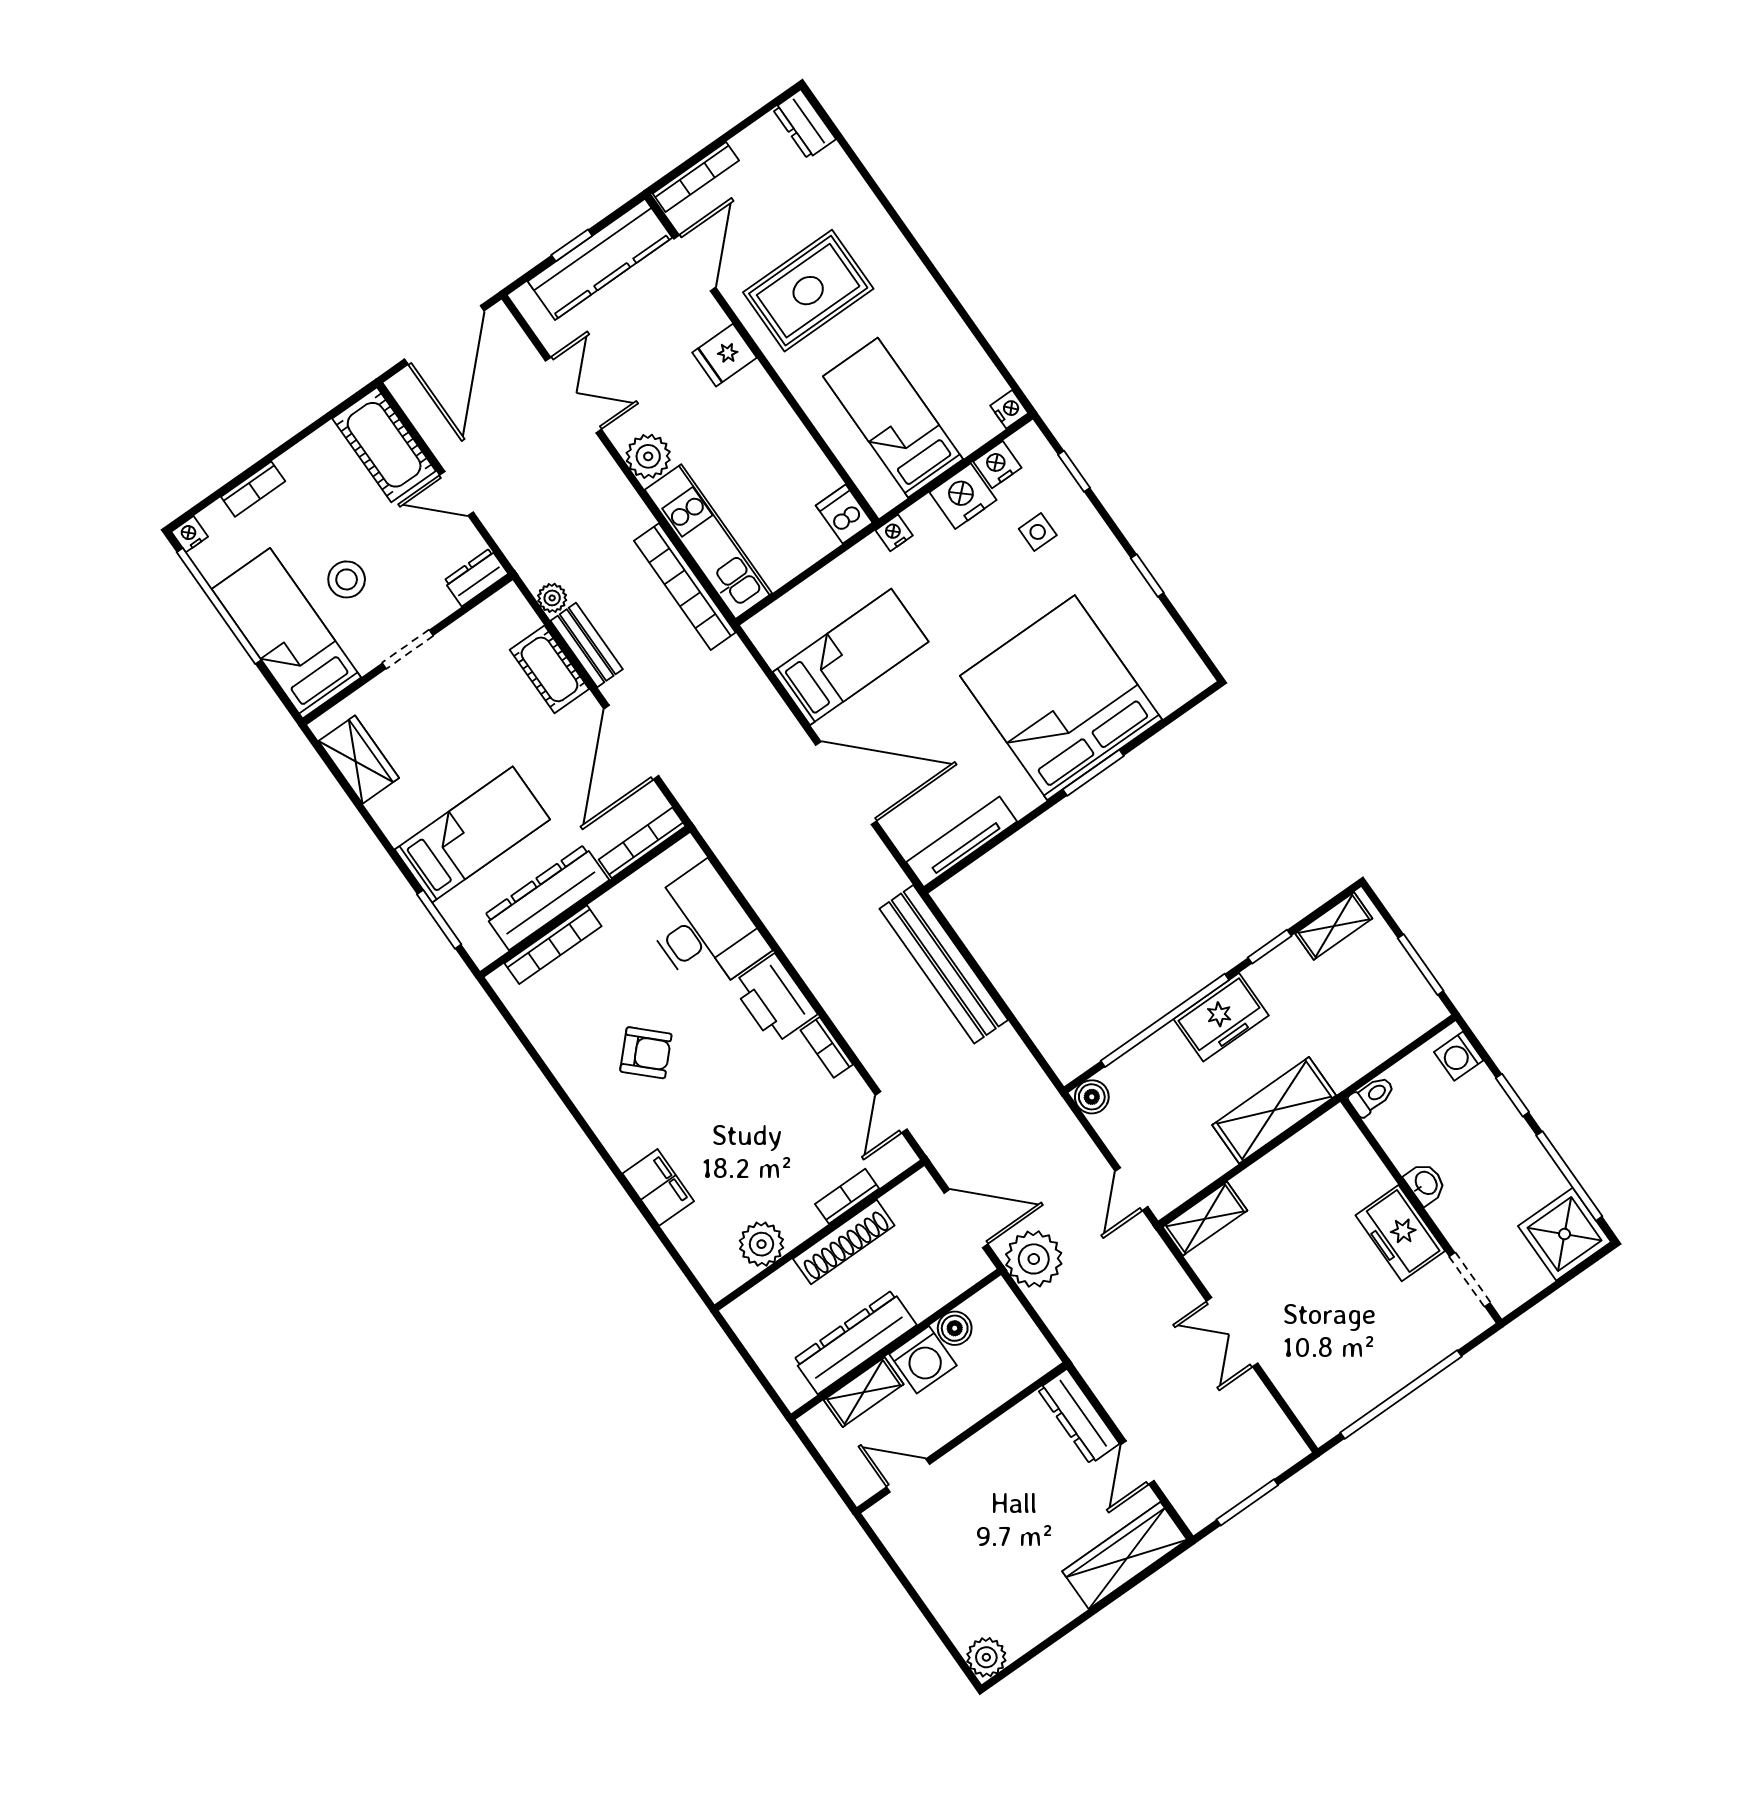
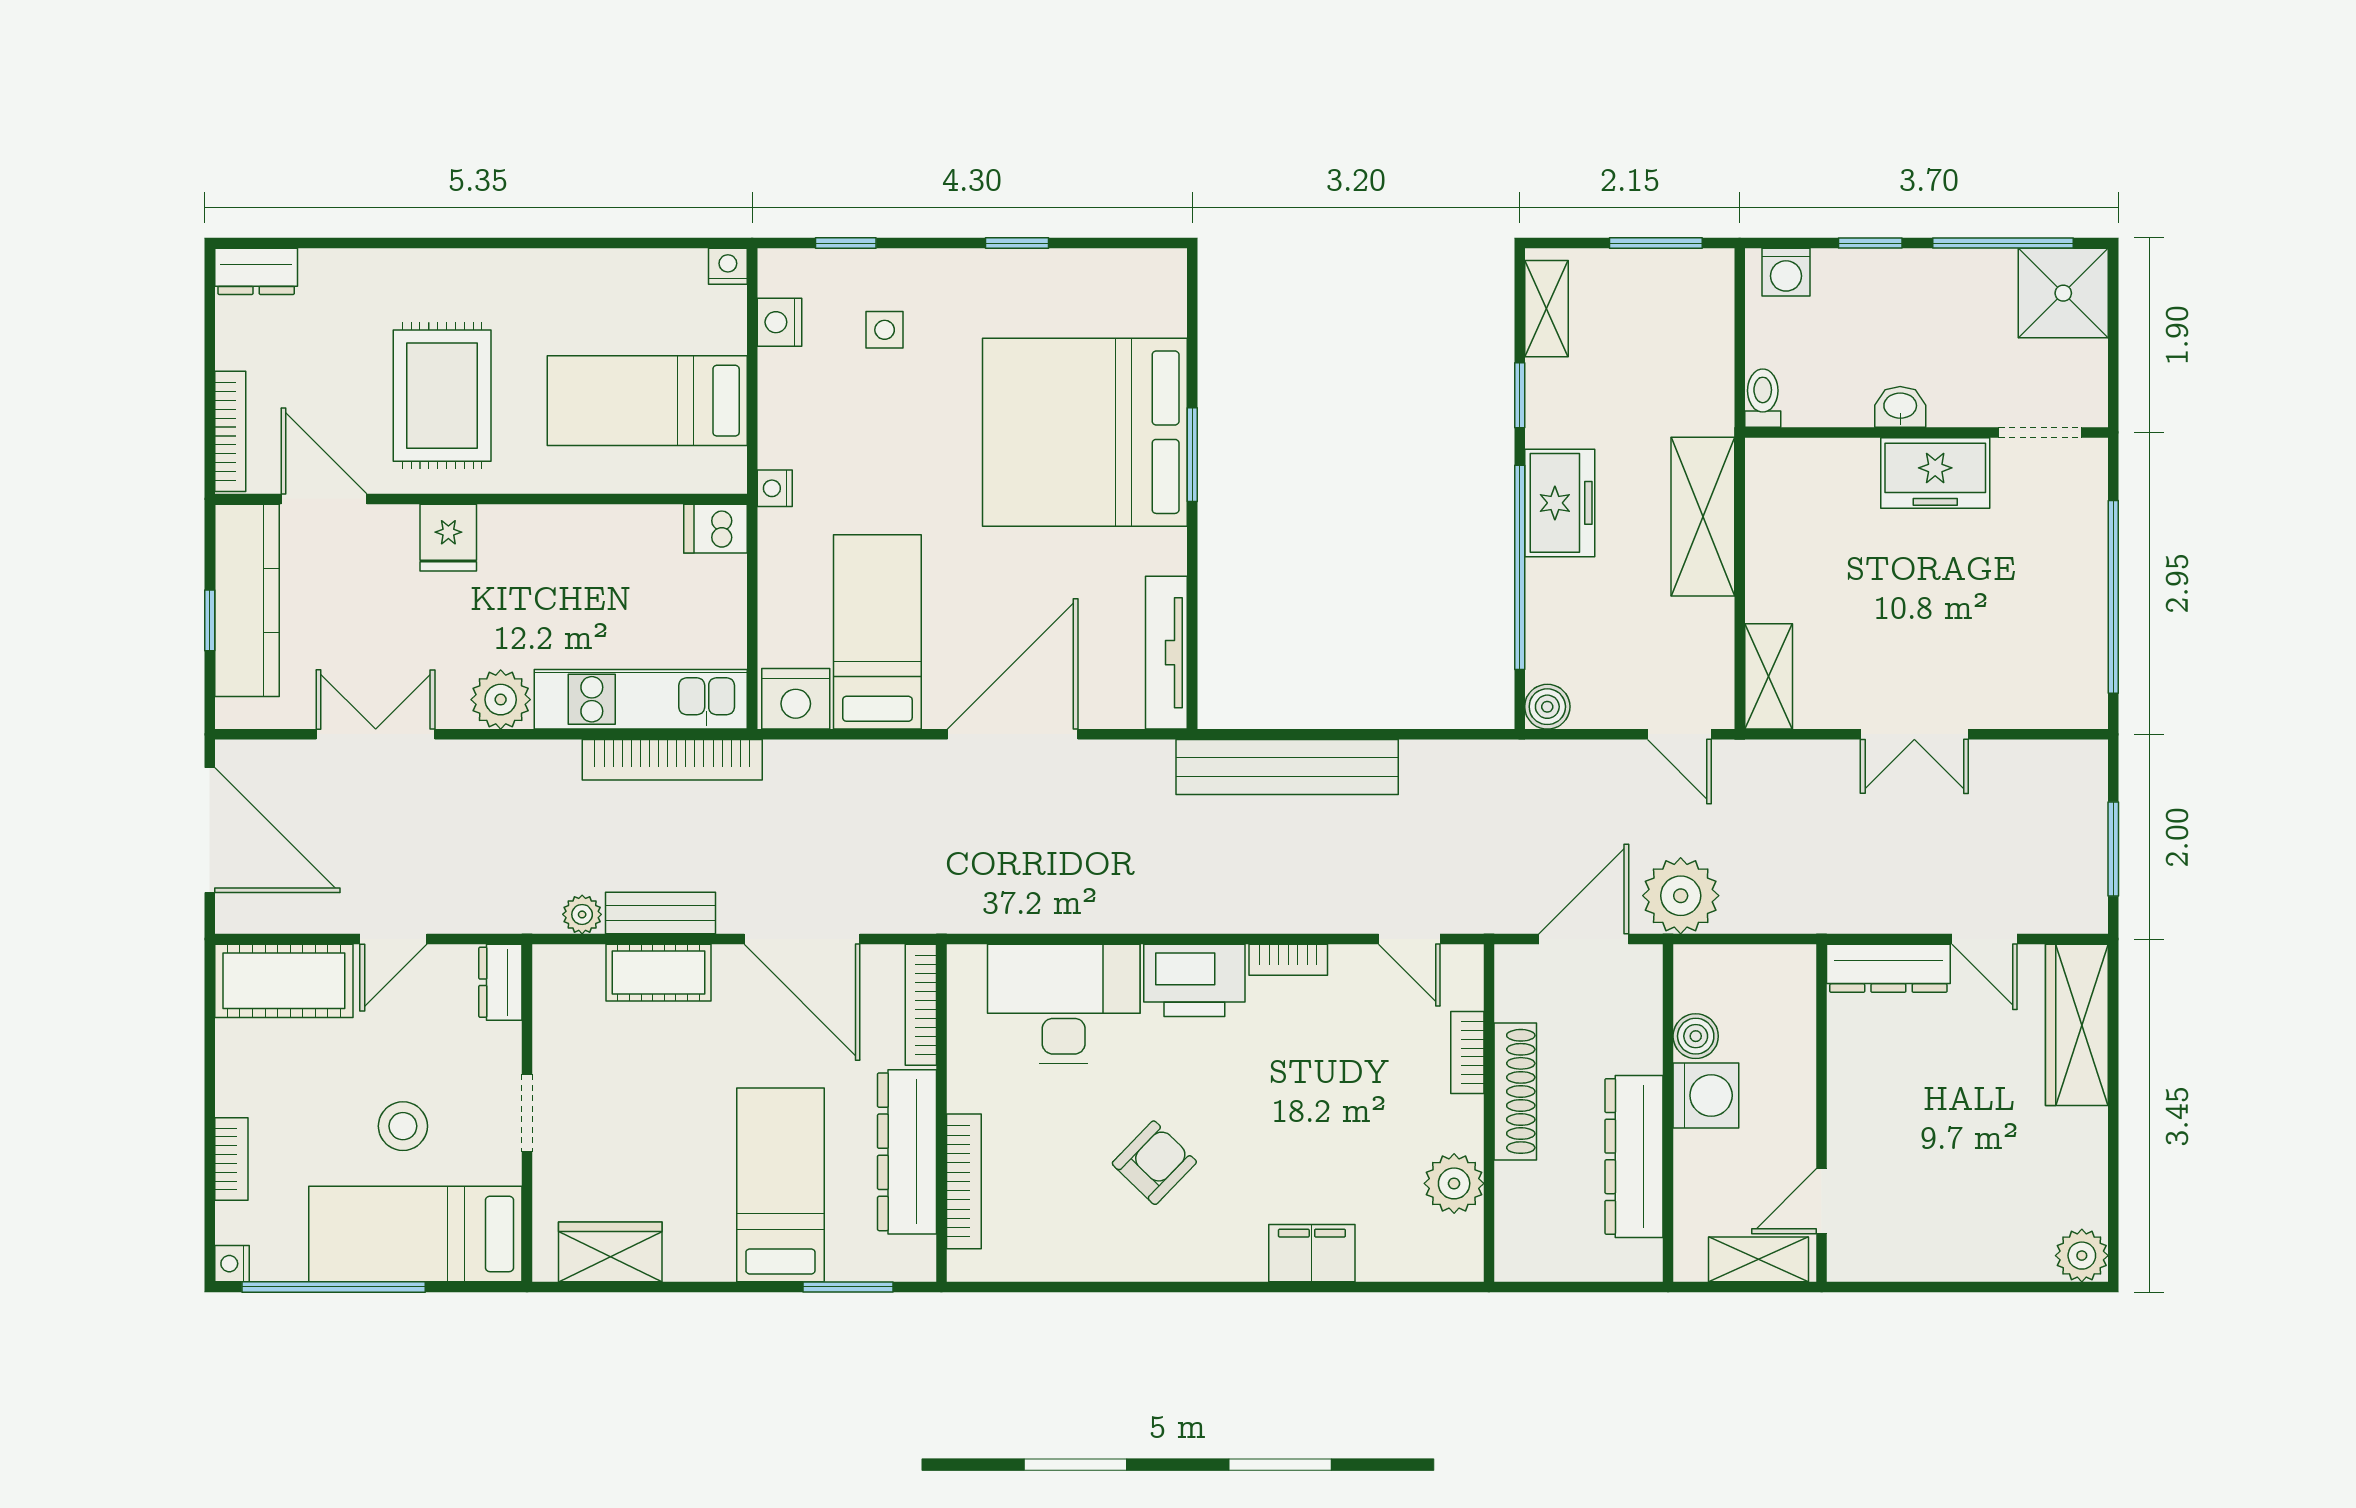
nightstand: (963, 496) -> (796, 699), moved, turned -90
shelving: (864, 1392) -> (1758, 1259), moved, turned 90

